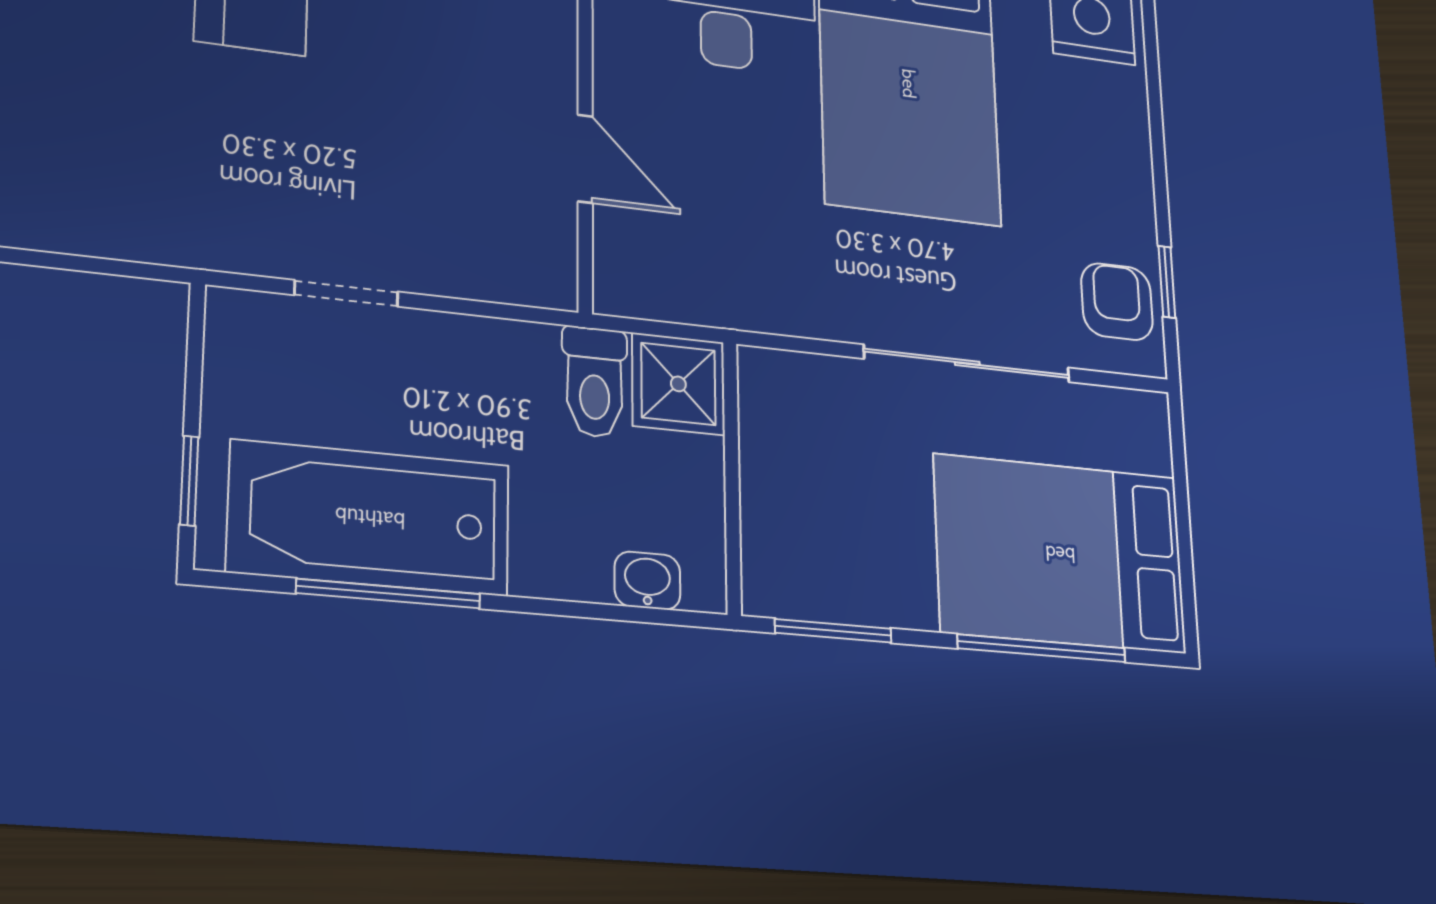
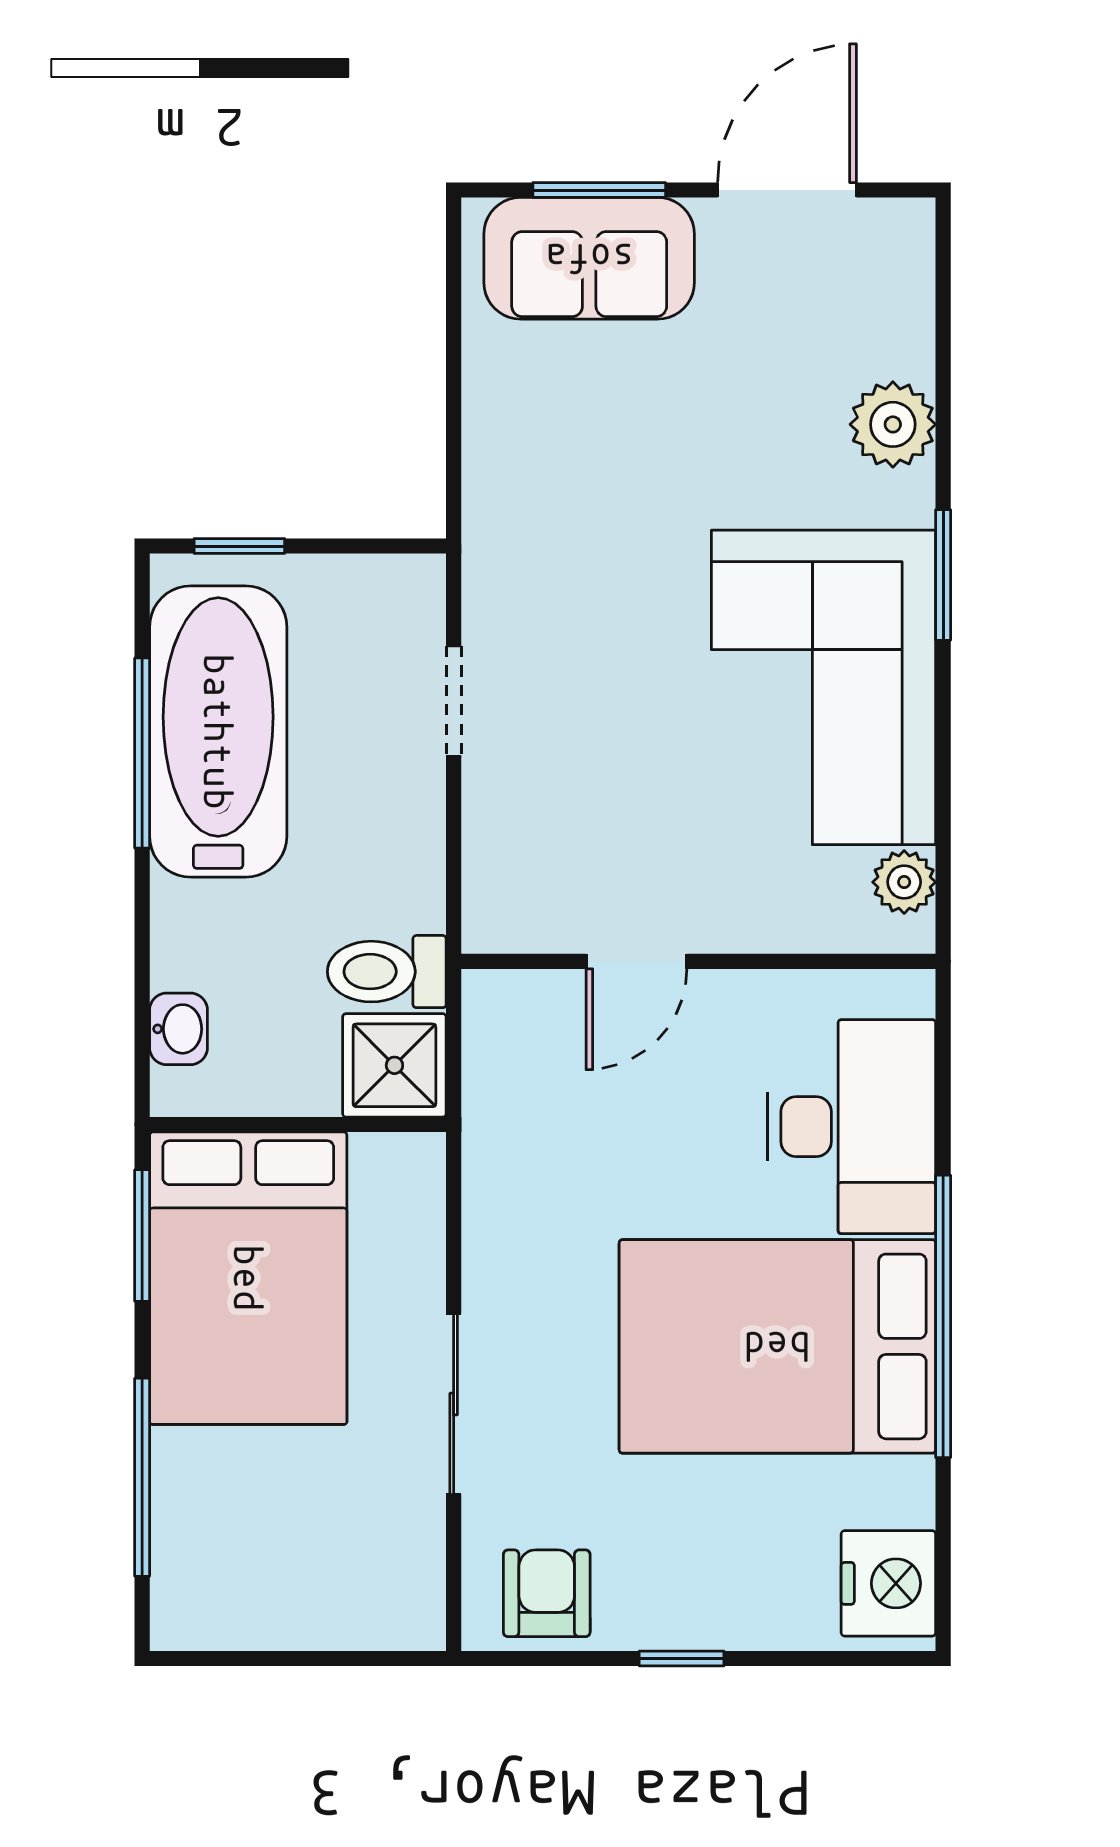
window: (1167, 282) -> (682, 1659), moved
armchair: (1117, 302) -> (547, 1593), turned -90
sliding door: (967, 363) -> (454, 1404), width x0.73
bed: (1060, 554) -> (248, 1278), moved, turned 180

